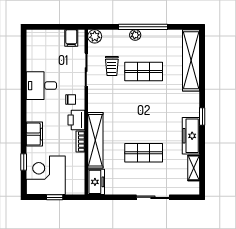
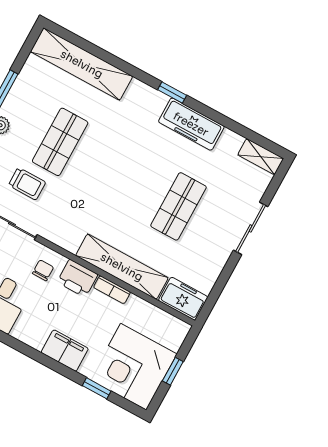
shelving: (194, 168) -> (261, 157), moved

